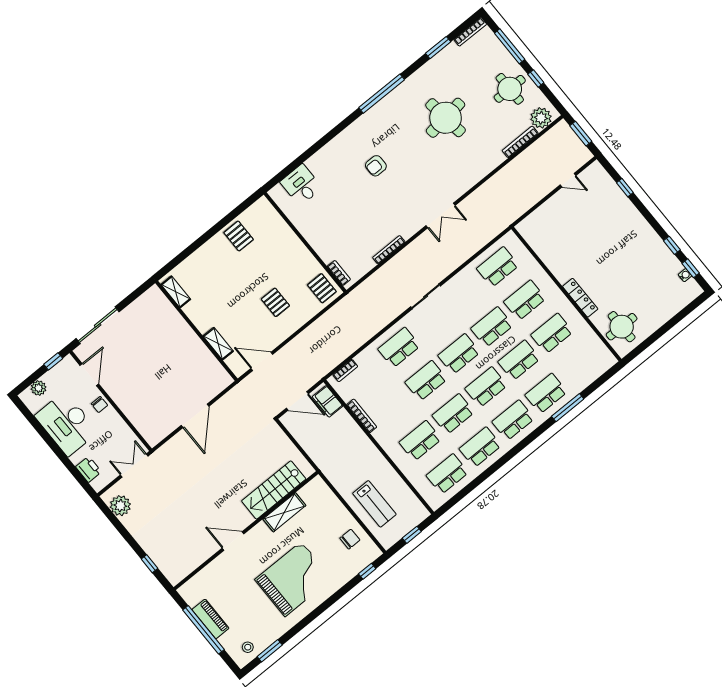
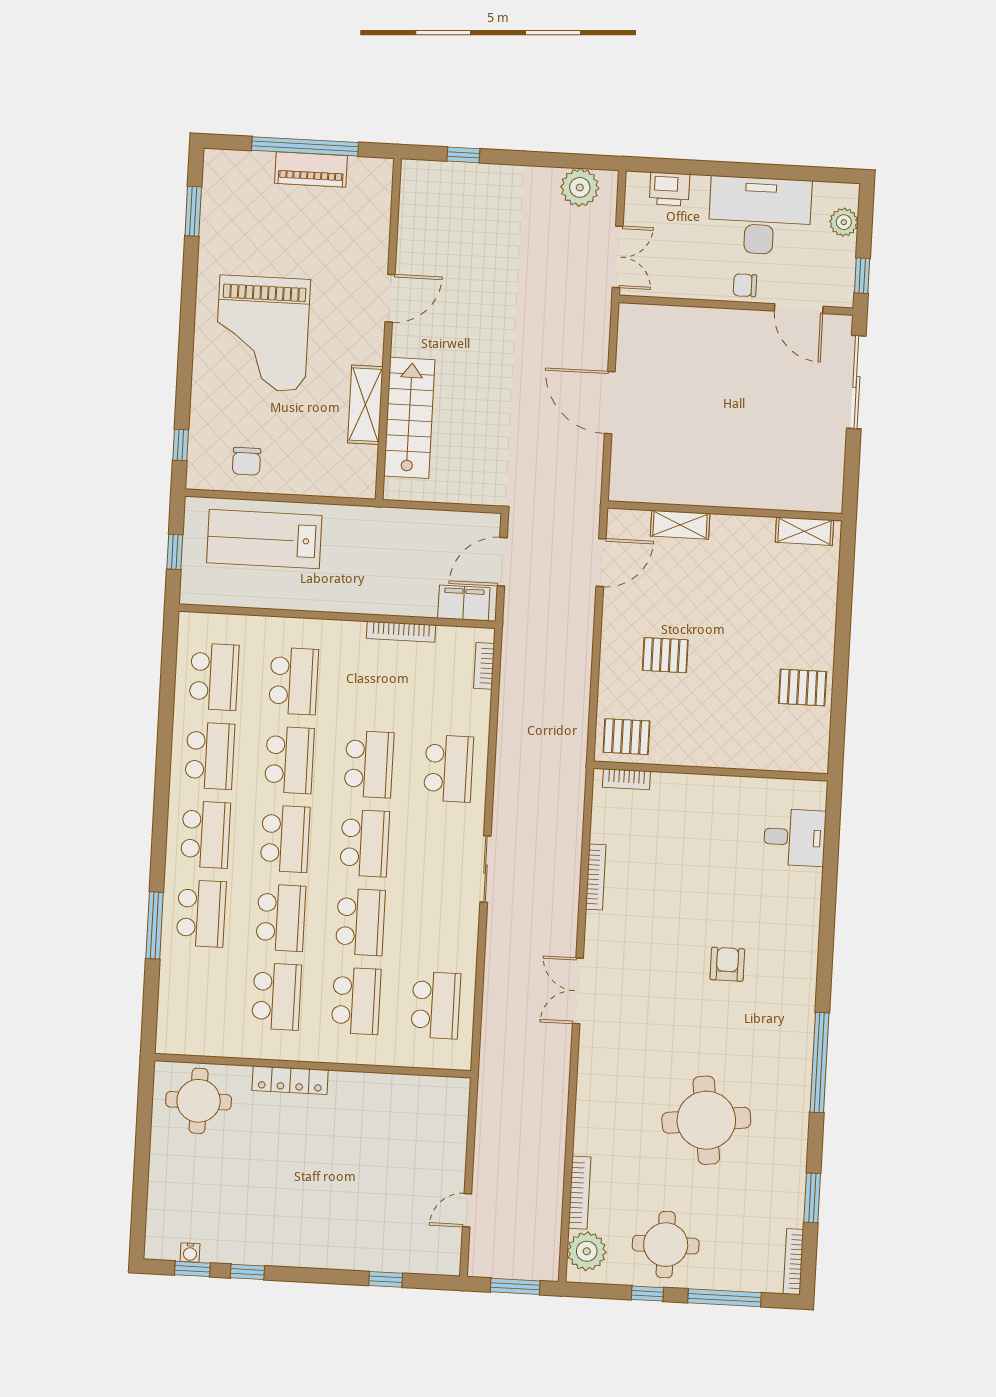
lab bench: (374, 504) -> (264, 539), width x1.36, depth x1.39
stool: (248, 647) -> (226, 185), removed

